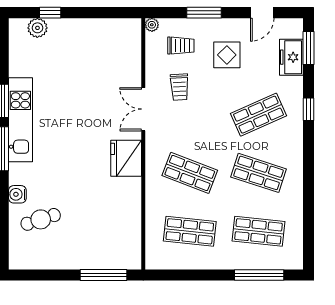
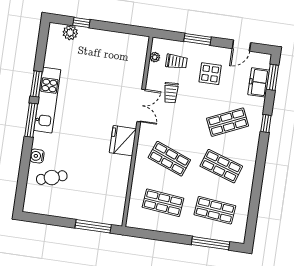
plant: (152, 25) -> (155, 57), moved
double door: (143, 109) -> (141, 106), swing flipped

